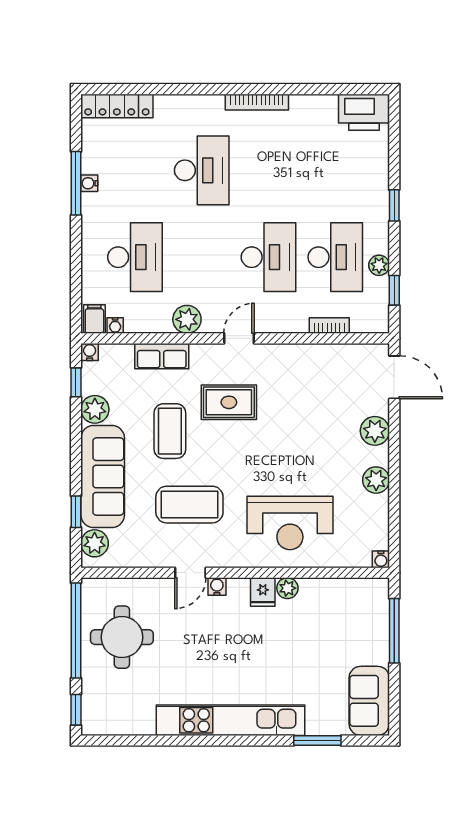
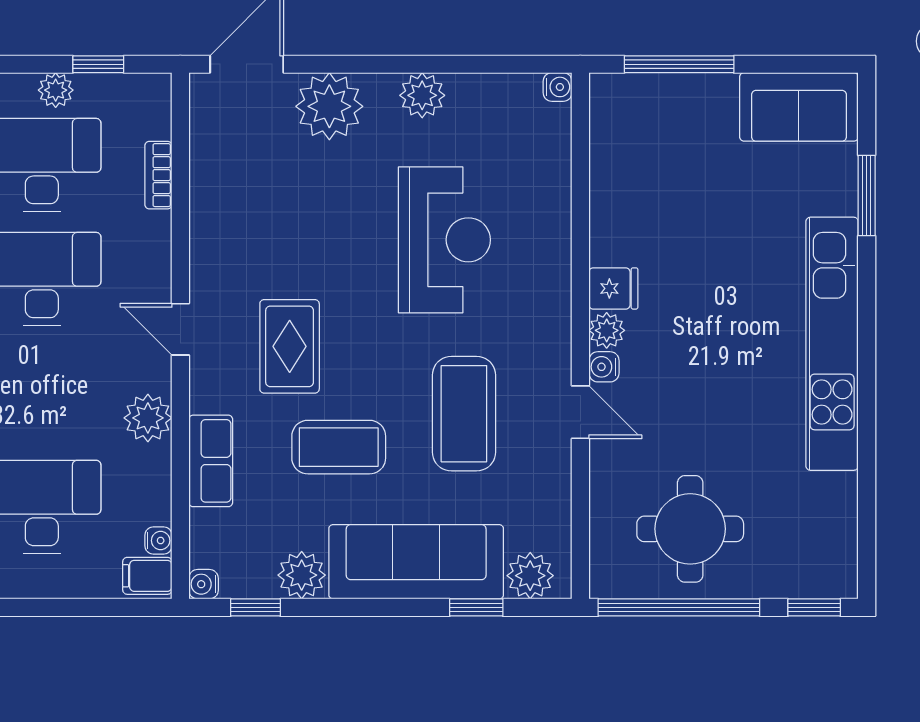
plant: (375, 431) -> (329, 106), width x1.36, depth x1.36
reception desk: (290, 523) -> (444, 240), moved
plant: (287, 588) -> (607, 330), moved

